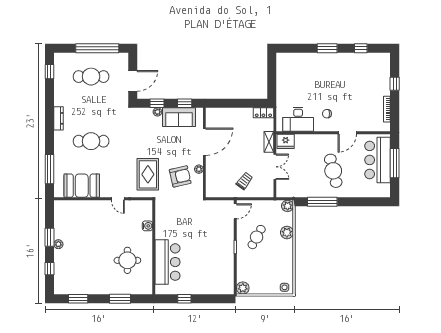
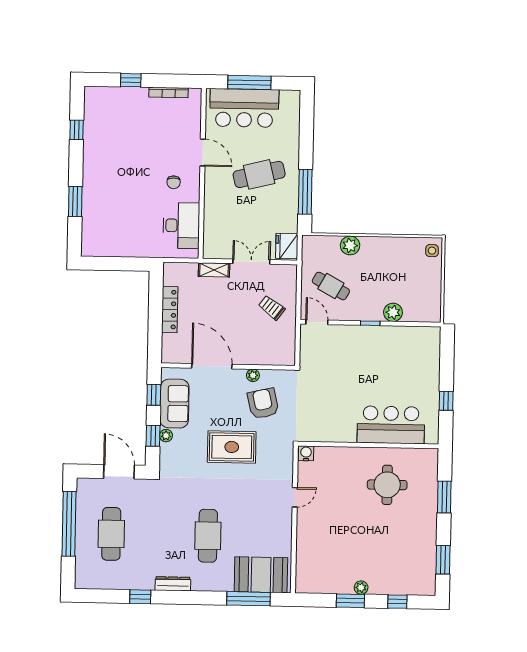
window: (327, 48) -> (75, 202), moved
window: (49, 72) -> (140, 597), moved
locker: (263, 113) -> (170, 310), moved, width x1.53
fridge: (286, 141) -> (287, 246), moved, turned 180
rug: (148, 174) -> (232, 447), moved
booth: (82, 186) -> (261, 575), moved, turned 90
plant: (288, 206) -> (310, 244), removed
water cooler: (147, 226) -> (306, 453), moved
cafe table: (257, 237) -> (331, 286), moved
plant: (243, 288) -> (393, 312), moved

